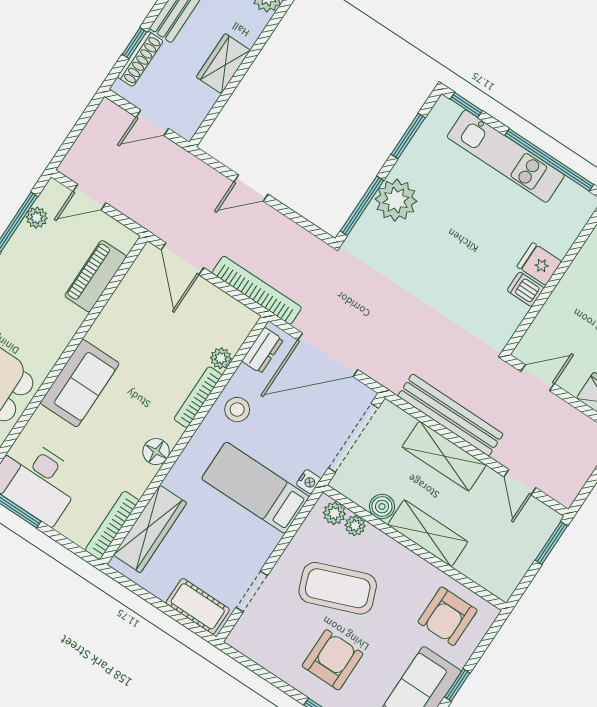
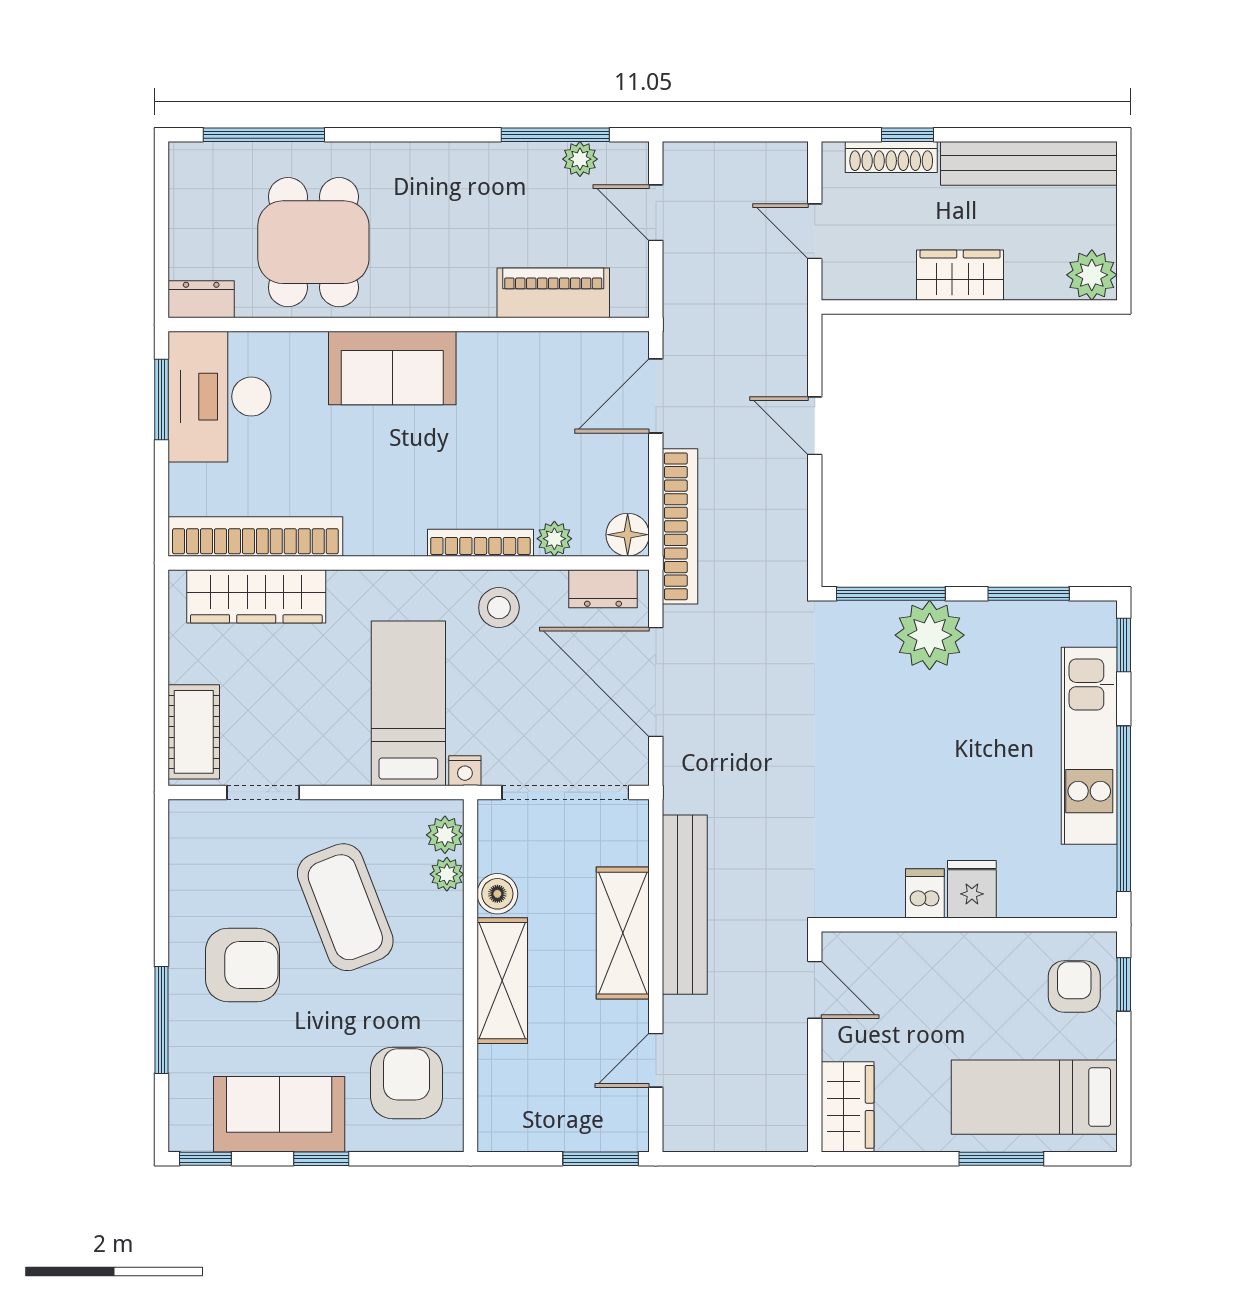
floor lamp: (156, 452) -> (628, 535), moved
bookcase: (112, 525) -> (255, 536), width x1.48, depth x1.31
armchair: (448, 616) -> (407, 1083), turned 90

